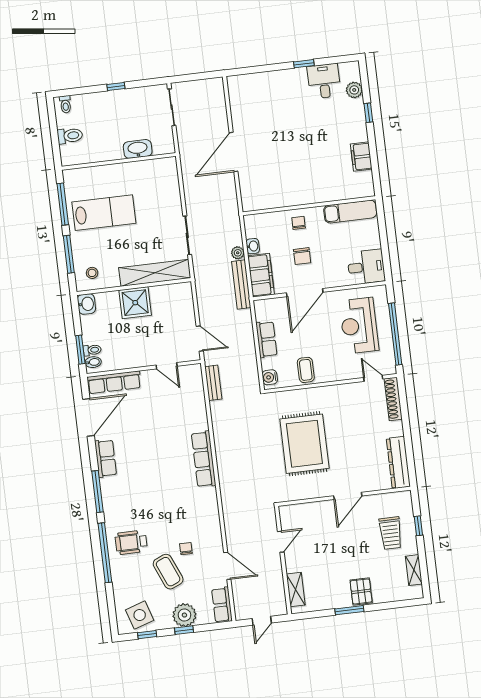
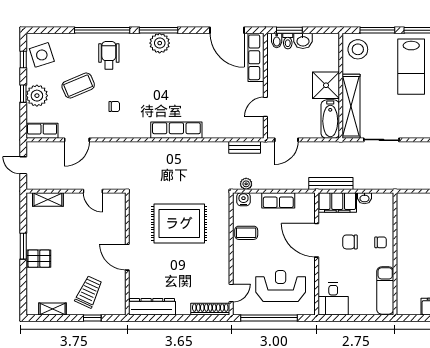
plant: (238, 253) -> (246, 184), moved
stool: (92, 273) -> (358, 49), width x1.89, depth x1.89
bathtub: (171, 294) -> (330, 119), added
washbasin: (86, 304) -> (303, 41), moved
row of seats: (106, 458) -> (188, 41), removed
plant: (111, 489) -> (160, 43), added
trolley: (391, 533) -> (89, 292), turned 115
chair: (186, 549) -> (114, 107), moved

